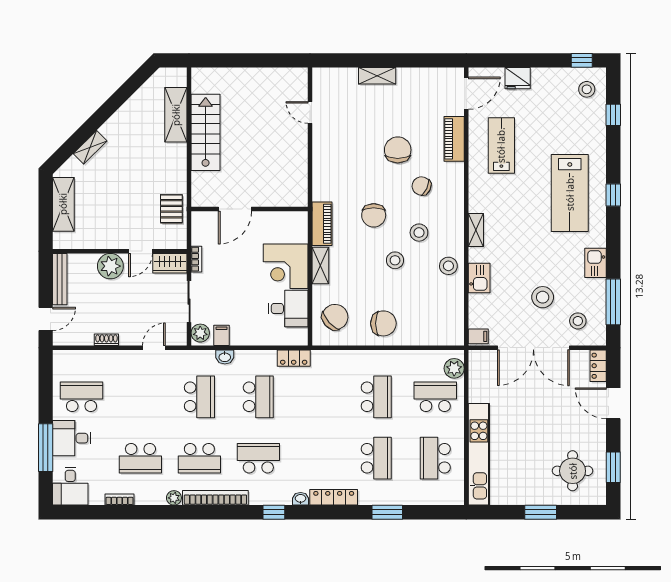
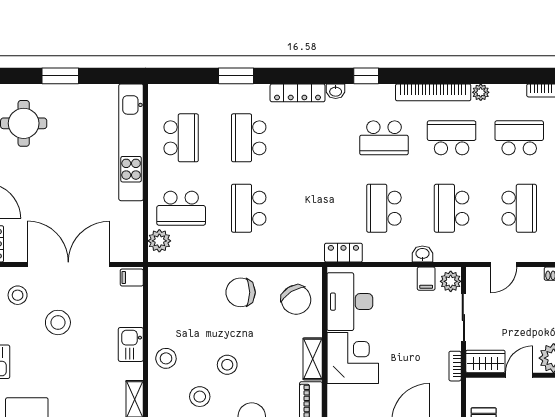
desk: (288, 308) -> (350, 302), width x1.37
chair: (335, 317) -> (296, 300), turned -80
school desk: (140, 397) -> (519, 208), added

